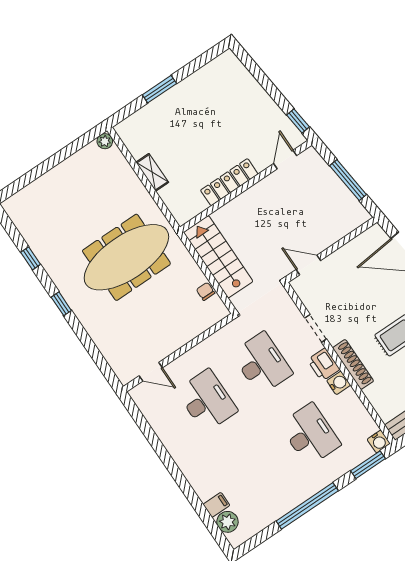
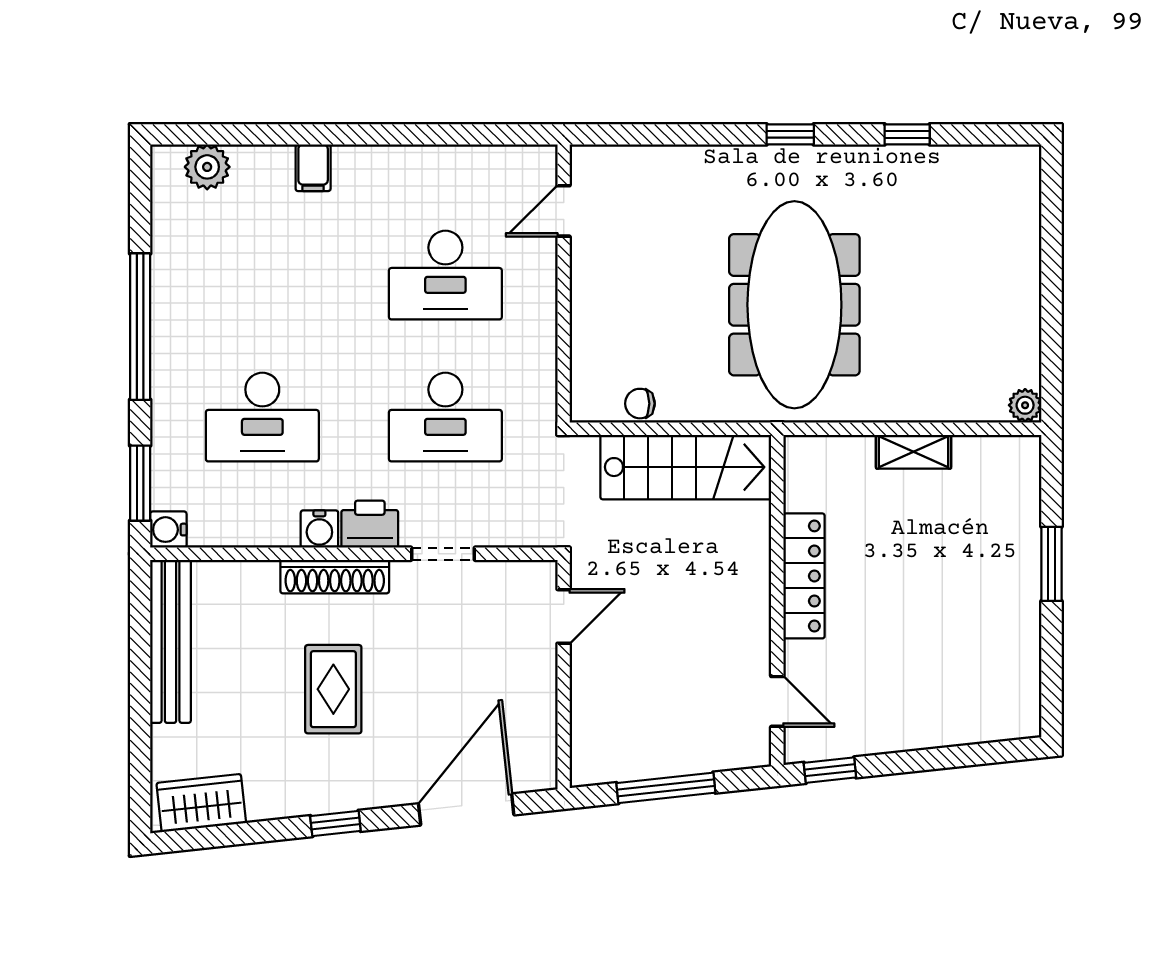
chair: (206, 291) -> (640, 404), turned 180
filing cabinet: (216, 505) -> (313, 168), moved

